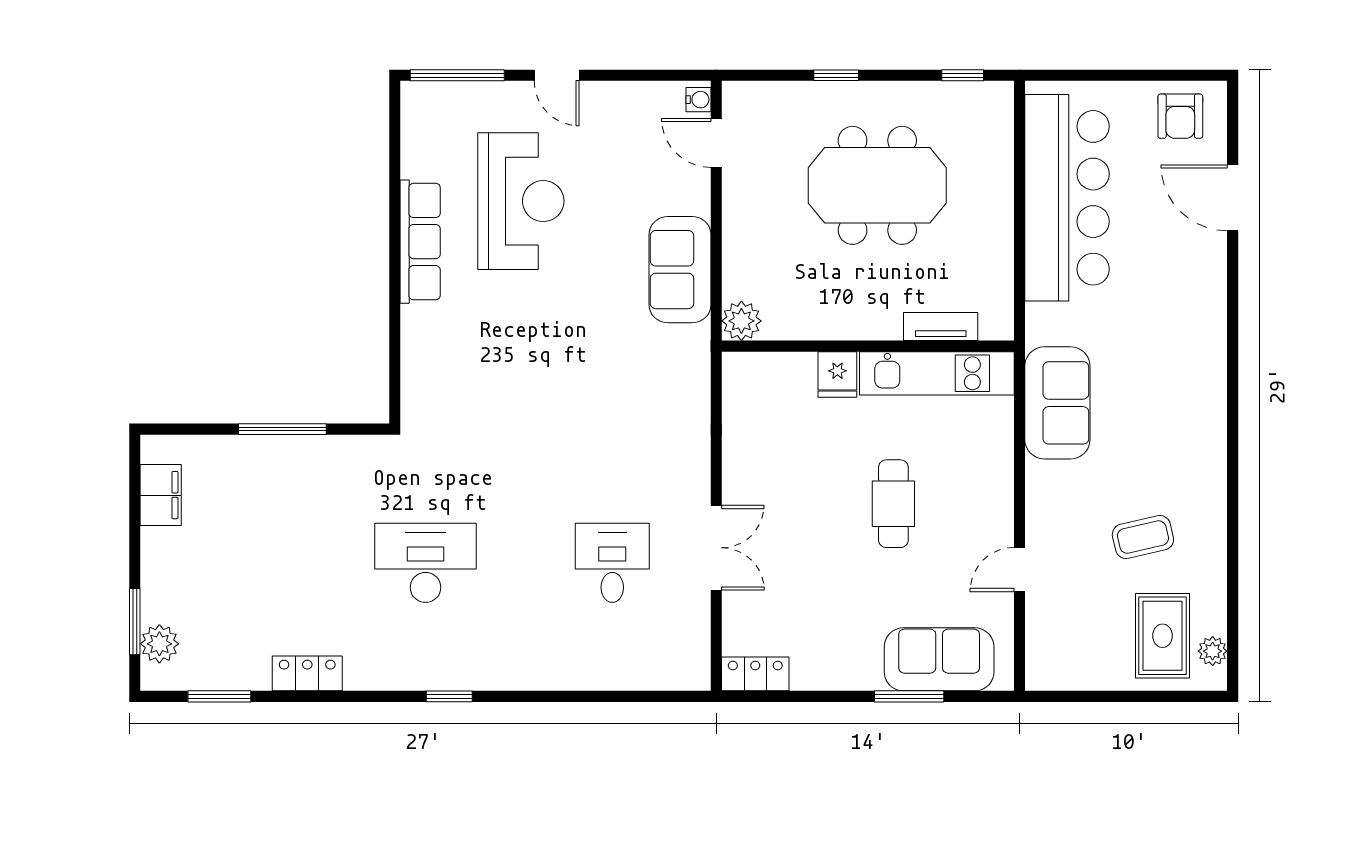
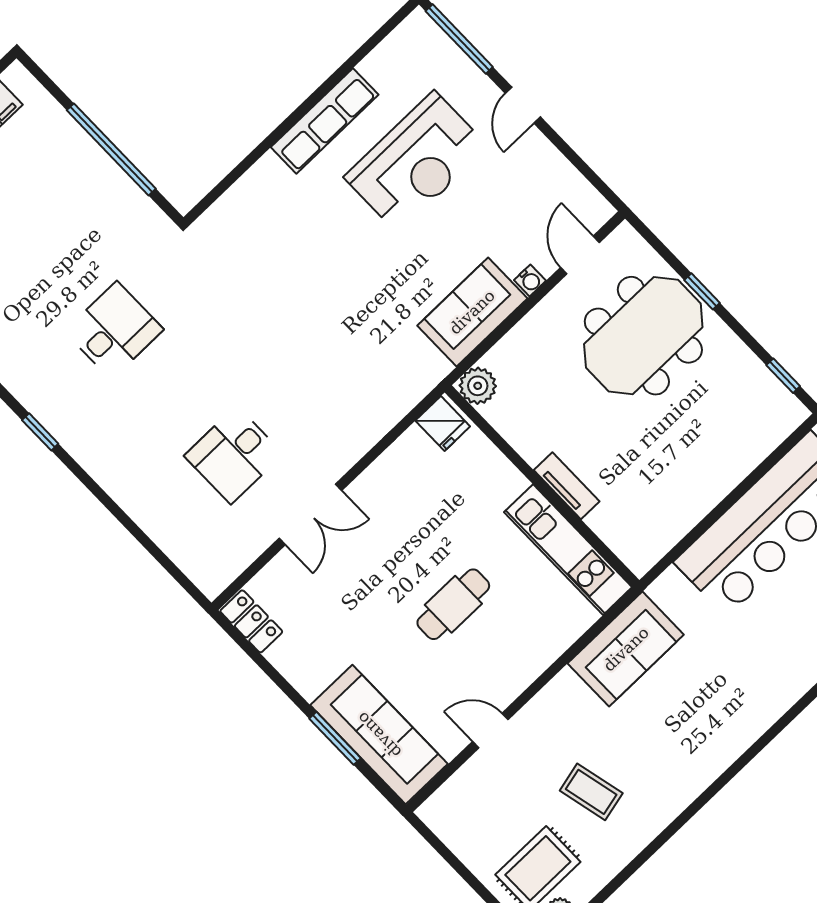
water cooler: (698, 100) -> (530, 280), moved
meeting table: (877, 185) -> (643, 336), moved, turned 90
tv unit: (941, 327) -> (567, 486), moved
fridge: (837, 374) -> (443, 424), moved, turned -90
window: (282, 429) -> (111, 149), width x1.46
desk: (426, 563) -> (114, 330), width x0.73
desk: (612, 563) -> (234, 455), turned 180
sofa: (939, 659) -> (379, 735), width x1.36

